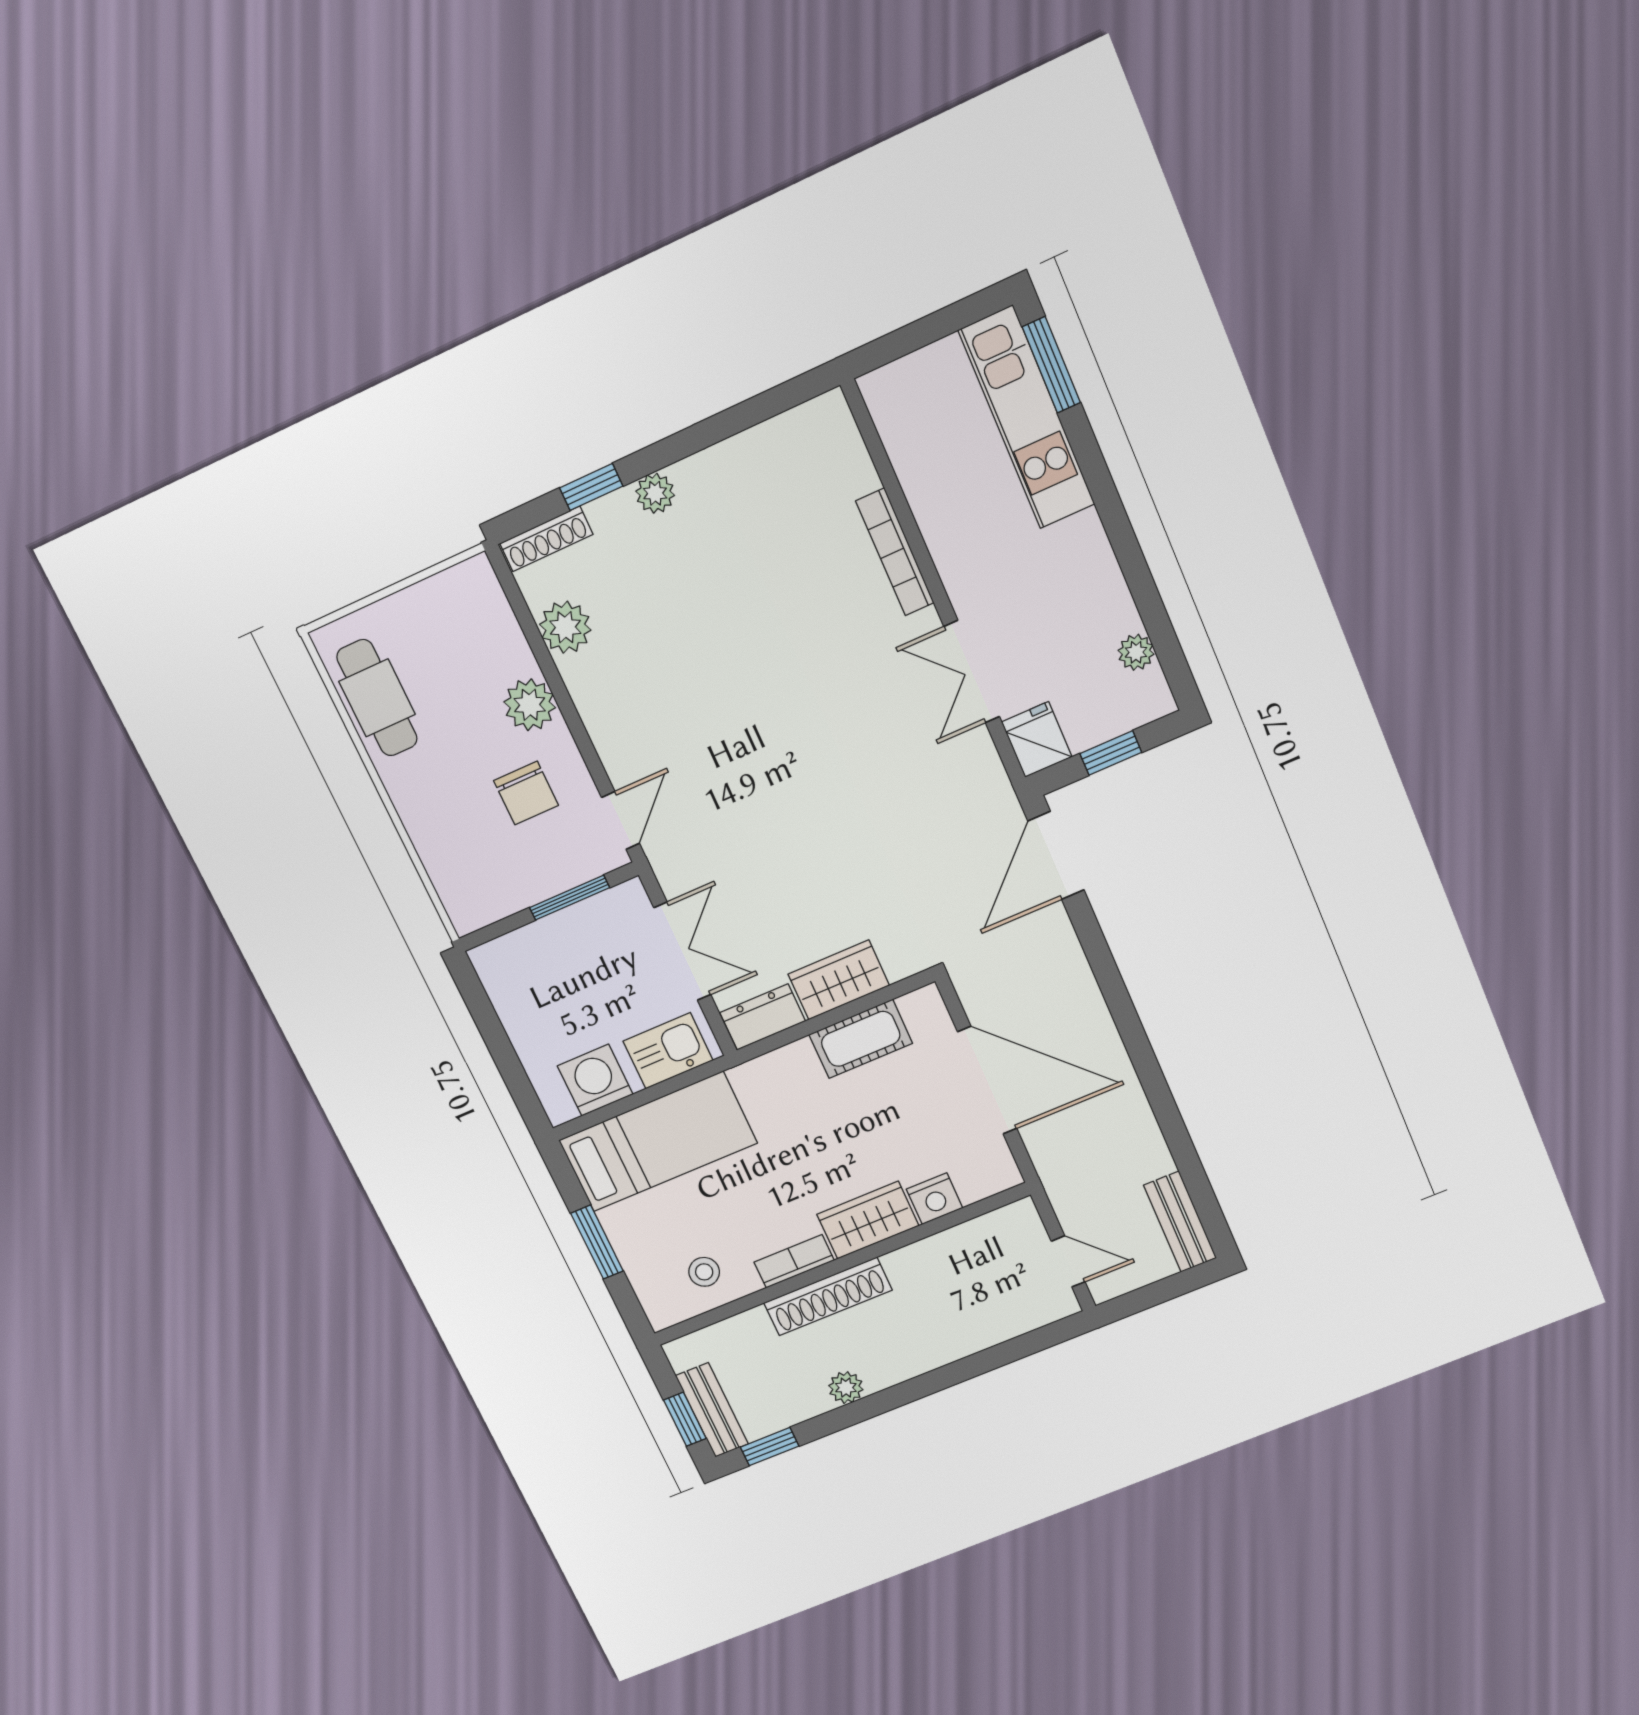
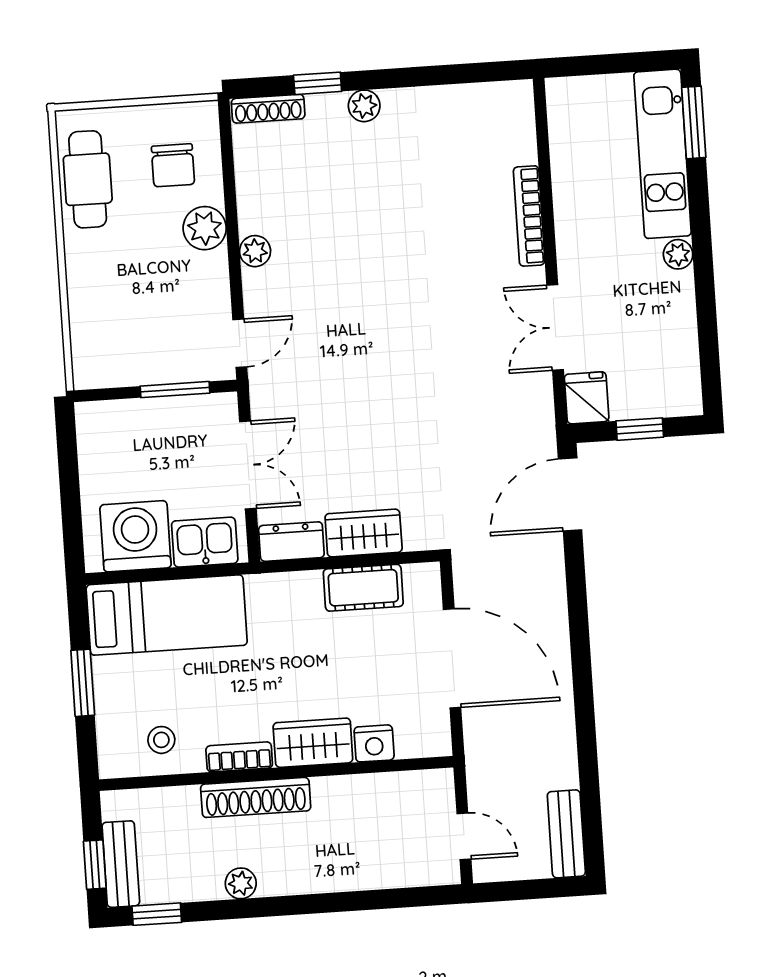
plant: (565, 627) -> (255, 251), moved, width x0.73, depth x0.73
plant: (1136, 652) -> (678, 254), moved
chair: (526, 793) -> (173, 165), moved
washing machine: (595, 1080) -> (135, 536), width x1.37, depth x1.37

